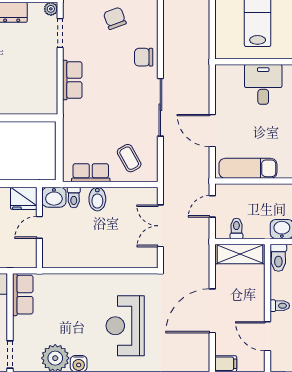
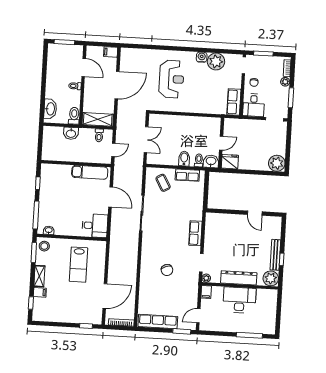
chair: (144, 57) -> (150, 245), removed
desk: (263, 84) -> (95, 226), moved, turned -90

